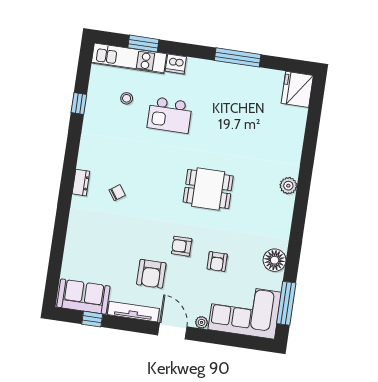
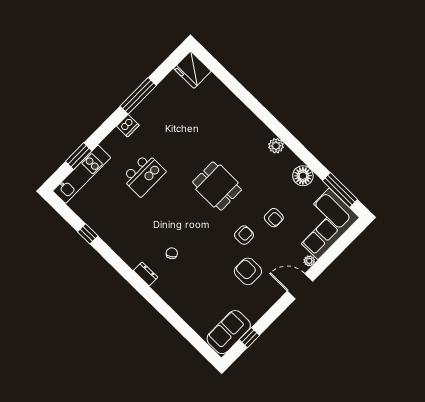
dishwasher: (176, 64) -> (128, 126), moved
stool: (127, 98) -> (109, 197), removed
plant: (288, 186) -> (276, 146), moved
dining table: (208, 189) -> (217, 186), turned 90
armchair: (182, 246) -> (244, 235), turned 180
armchair: (151, 274) -> (248, 271), turned 180
tv unit: (133, 312) -> (266, 304), removed

